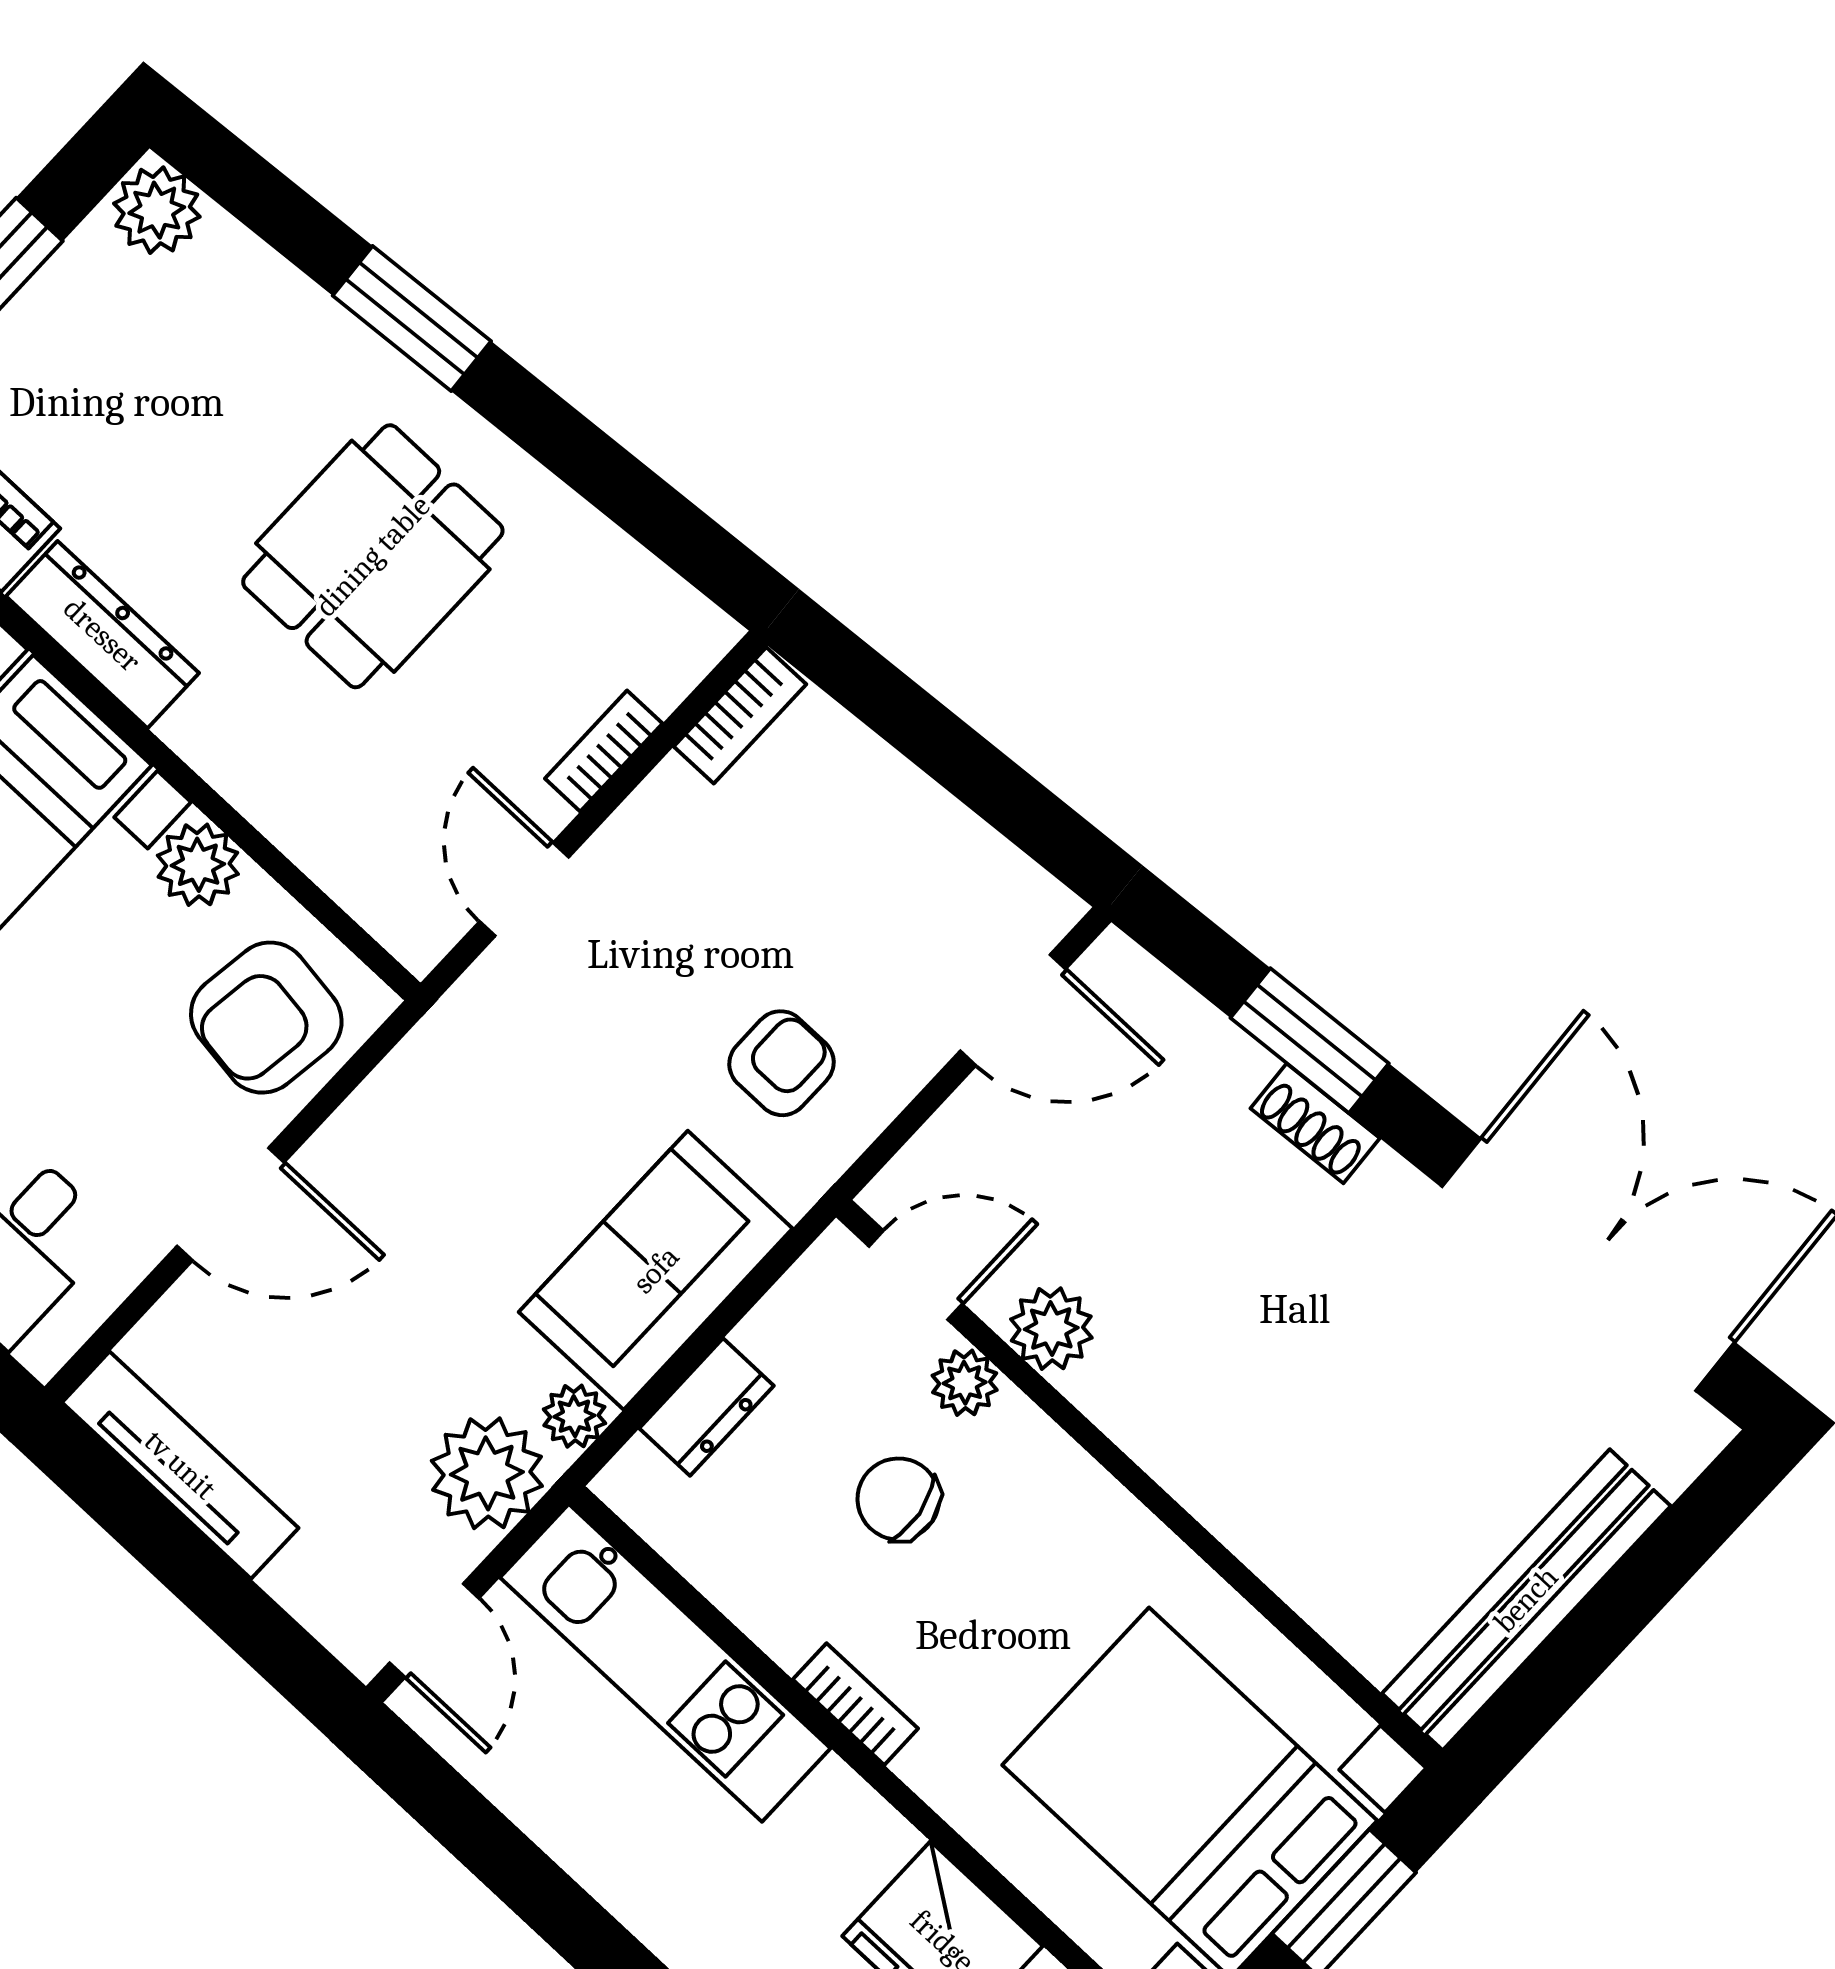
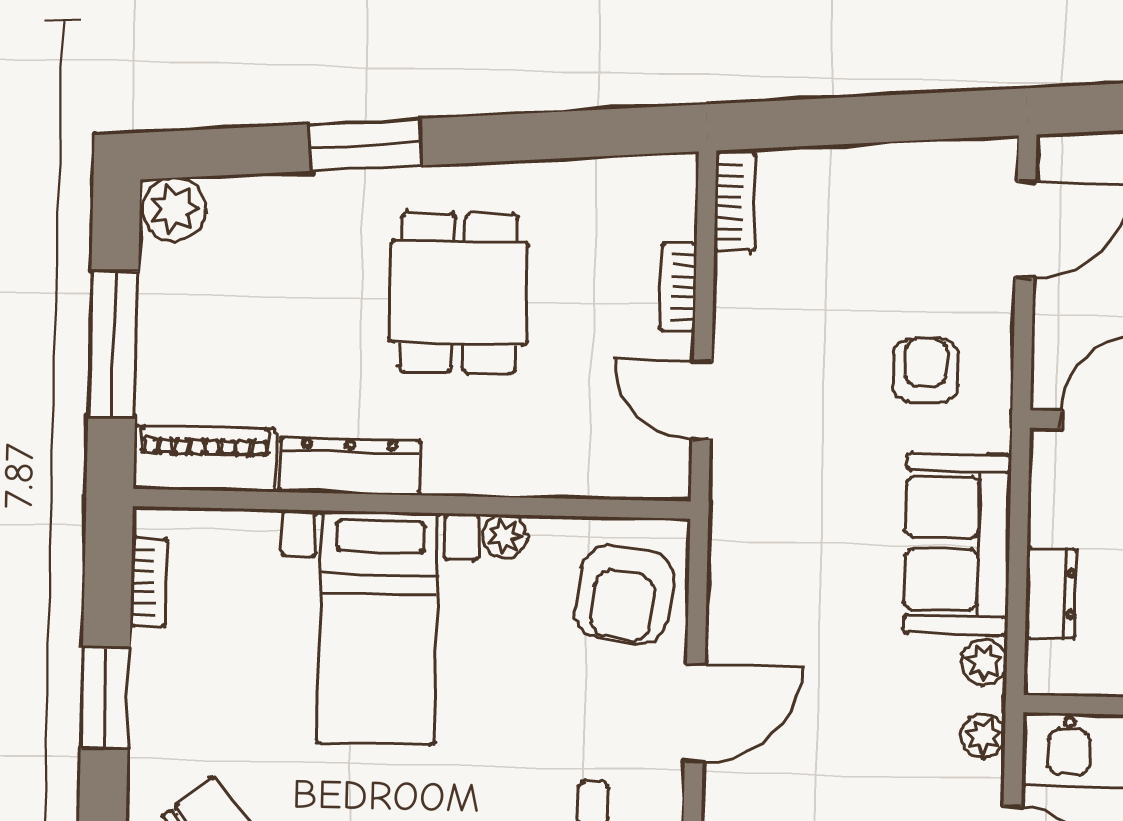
plant: (198, 865) -> (505, 537), width x0.73, depth x0.73
plant: (487, 1473) -> (983, 736), width x0.53, depth x0.53

